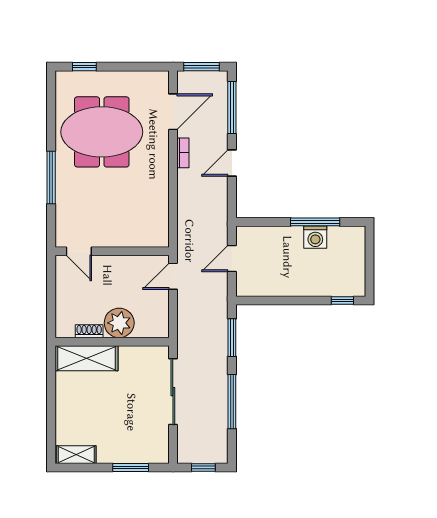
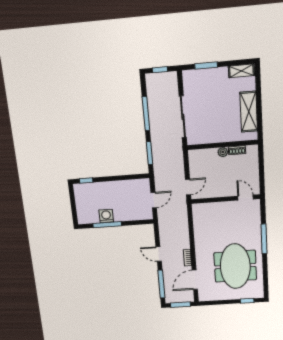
meeting table: (102, 132) -> (235, 266), turned 90
door: (232, 163) -> (159, 254), swing flipped
plant: (119, 323) -> (223, 152), width x0.53, depth x0.53
shelving: (86, 358) -> (249, 112), moved, turned 90

